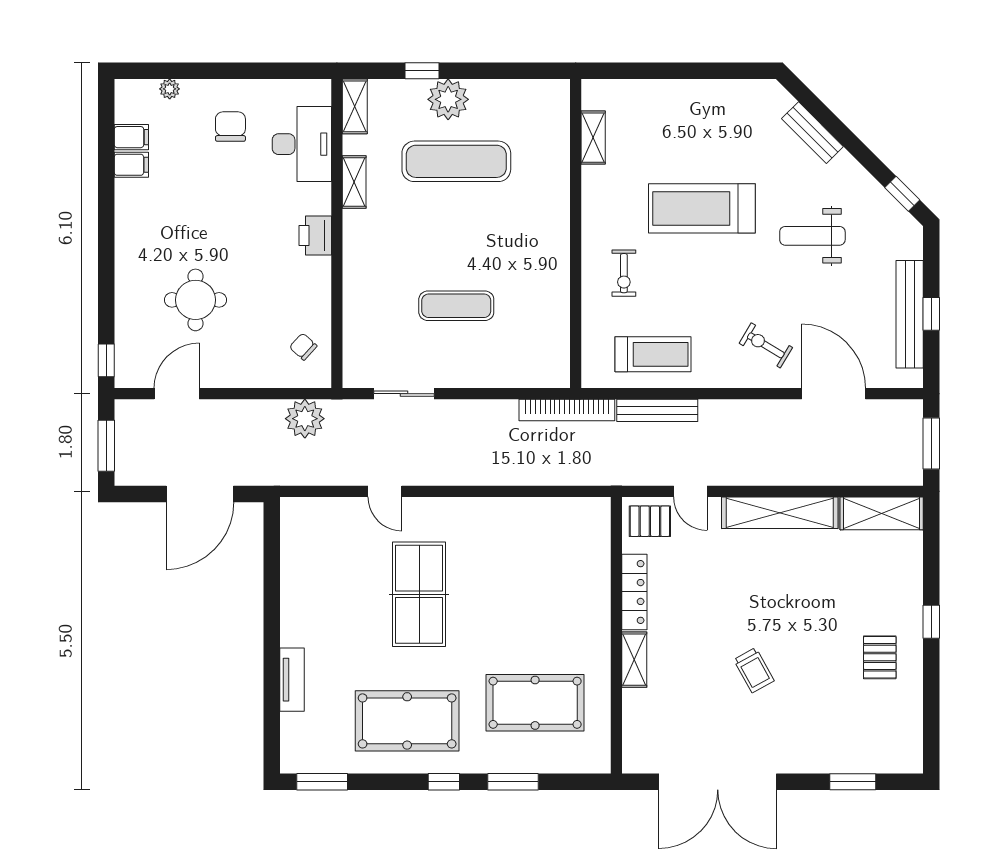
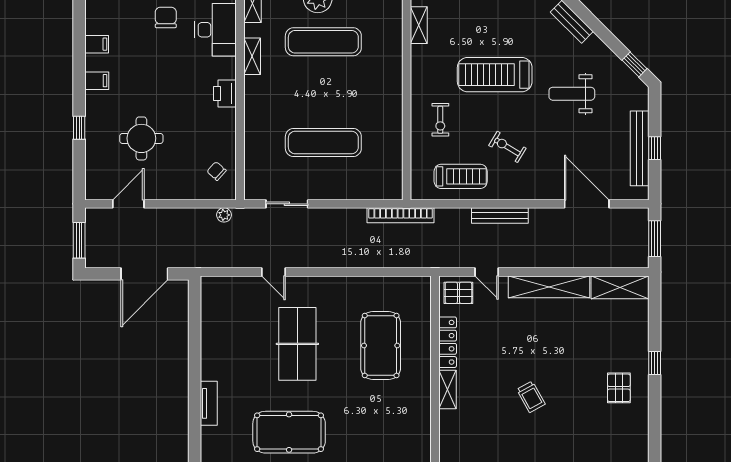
filing cabinet: (131, 137) -> (97, 81), moved
exercise mat: (456, 306) -> (323, 143), width x1.36, depth x1.45
exercise bike: (766, 345) -> (507, 147), moved
window: (106, 360) -> (79, 128), moved
bench: (657, 410) -> (500, 216), moved
plant: (305, 419) -> (224, 215), width x0.53, depth x0.53
pool table: (535, 703) -> (381, 346), moved, turned 90

